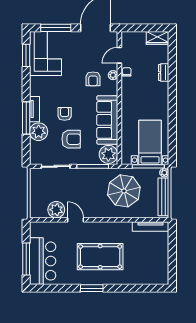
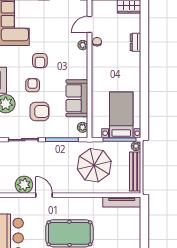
armchair: (93, 79) -> (40, 61), moved
sofa: (107, 120) -> (77, 98), width x0.73
plant: (108, 154) -> (83, 127), width x0.53, depth x0.53

